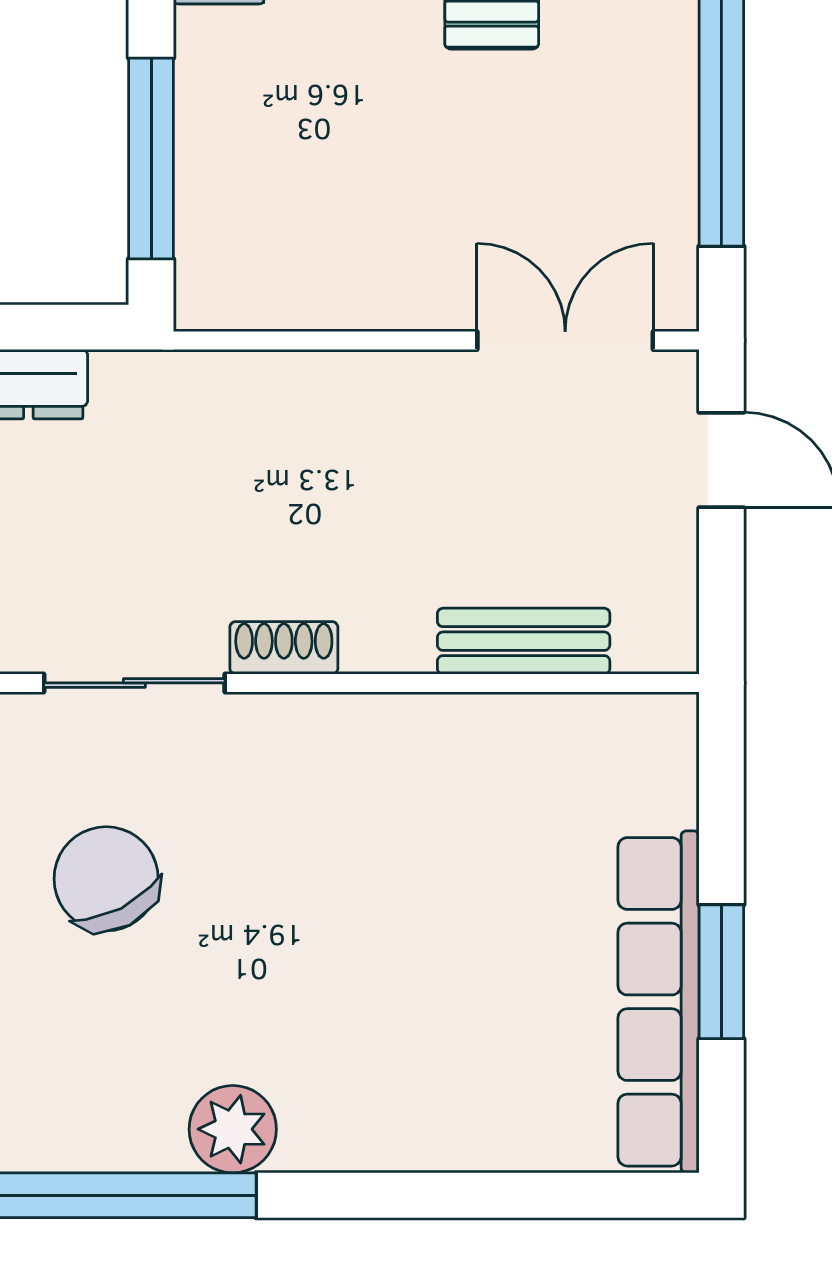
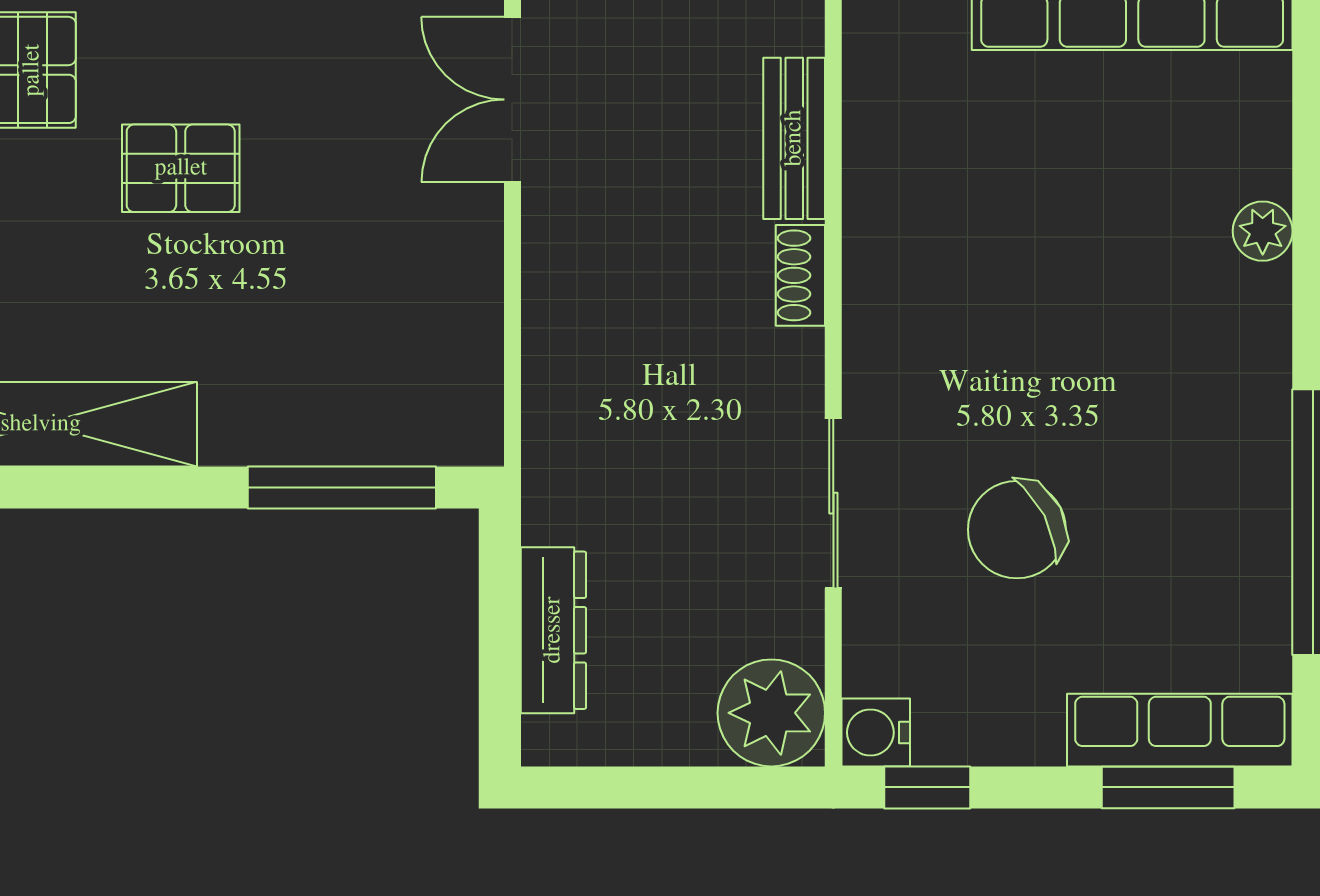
shoe rack: (284, 648) -> (800, 275), moved
plant: (233, 1129) -> (1263, 231), moved, width x0.73, depth x0.73

